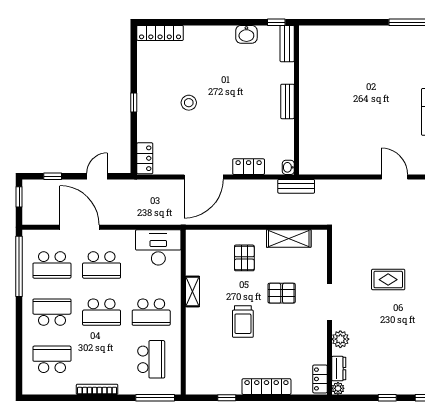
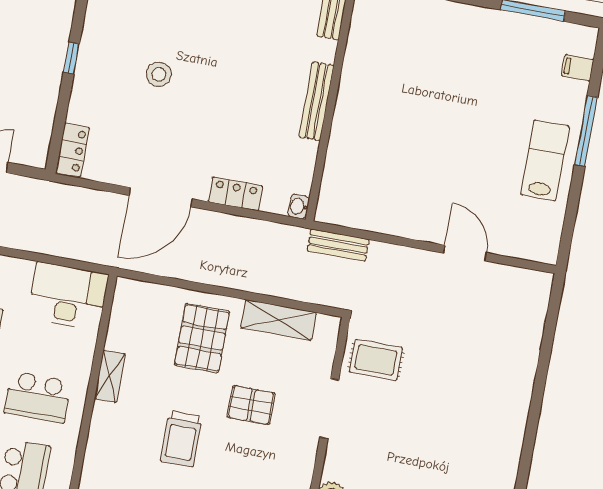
bench: (287, 101) -> (317, 101), width x1.36
bench: (296, 186) -> (338, 245), moved
pallet: (244, 258) -> (202, 338), width x1.50, depth x1.42
rug: (388, 280) -> (376, 360), moved
doorway: (329, 302) -> (329, 409), moved

